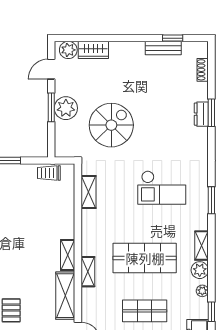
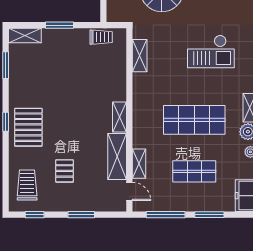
trolley: (49, 173) -> (101, 37), turned 180
shelving: (88, 272) -> (139, 164), moved

